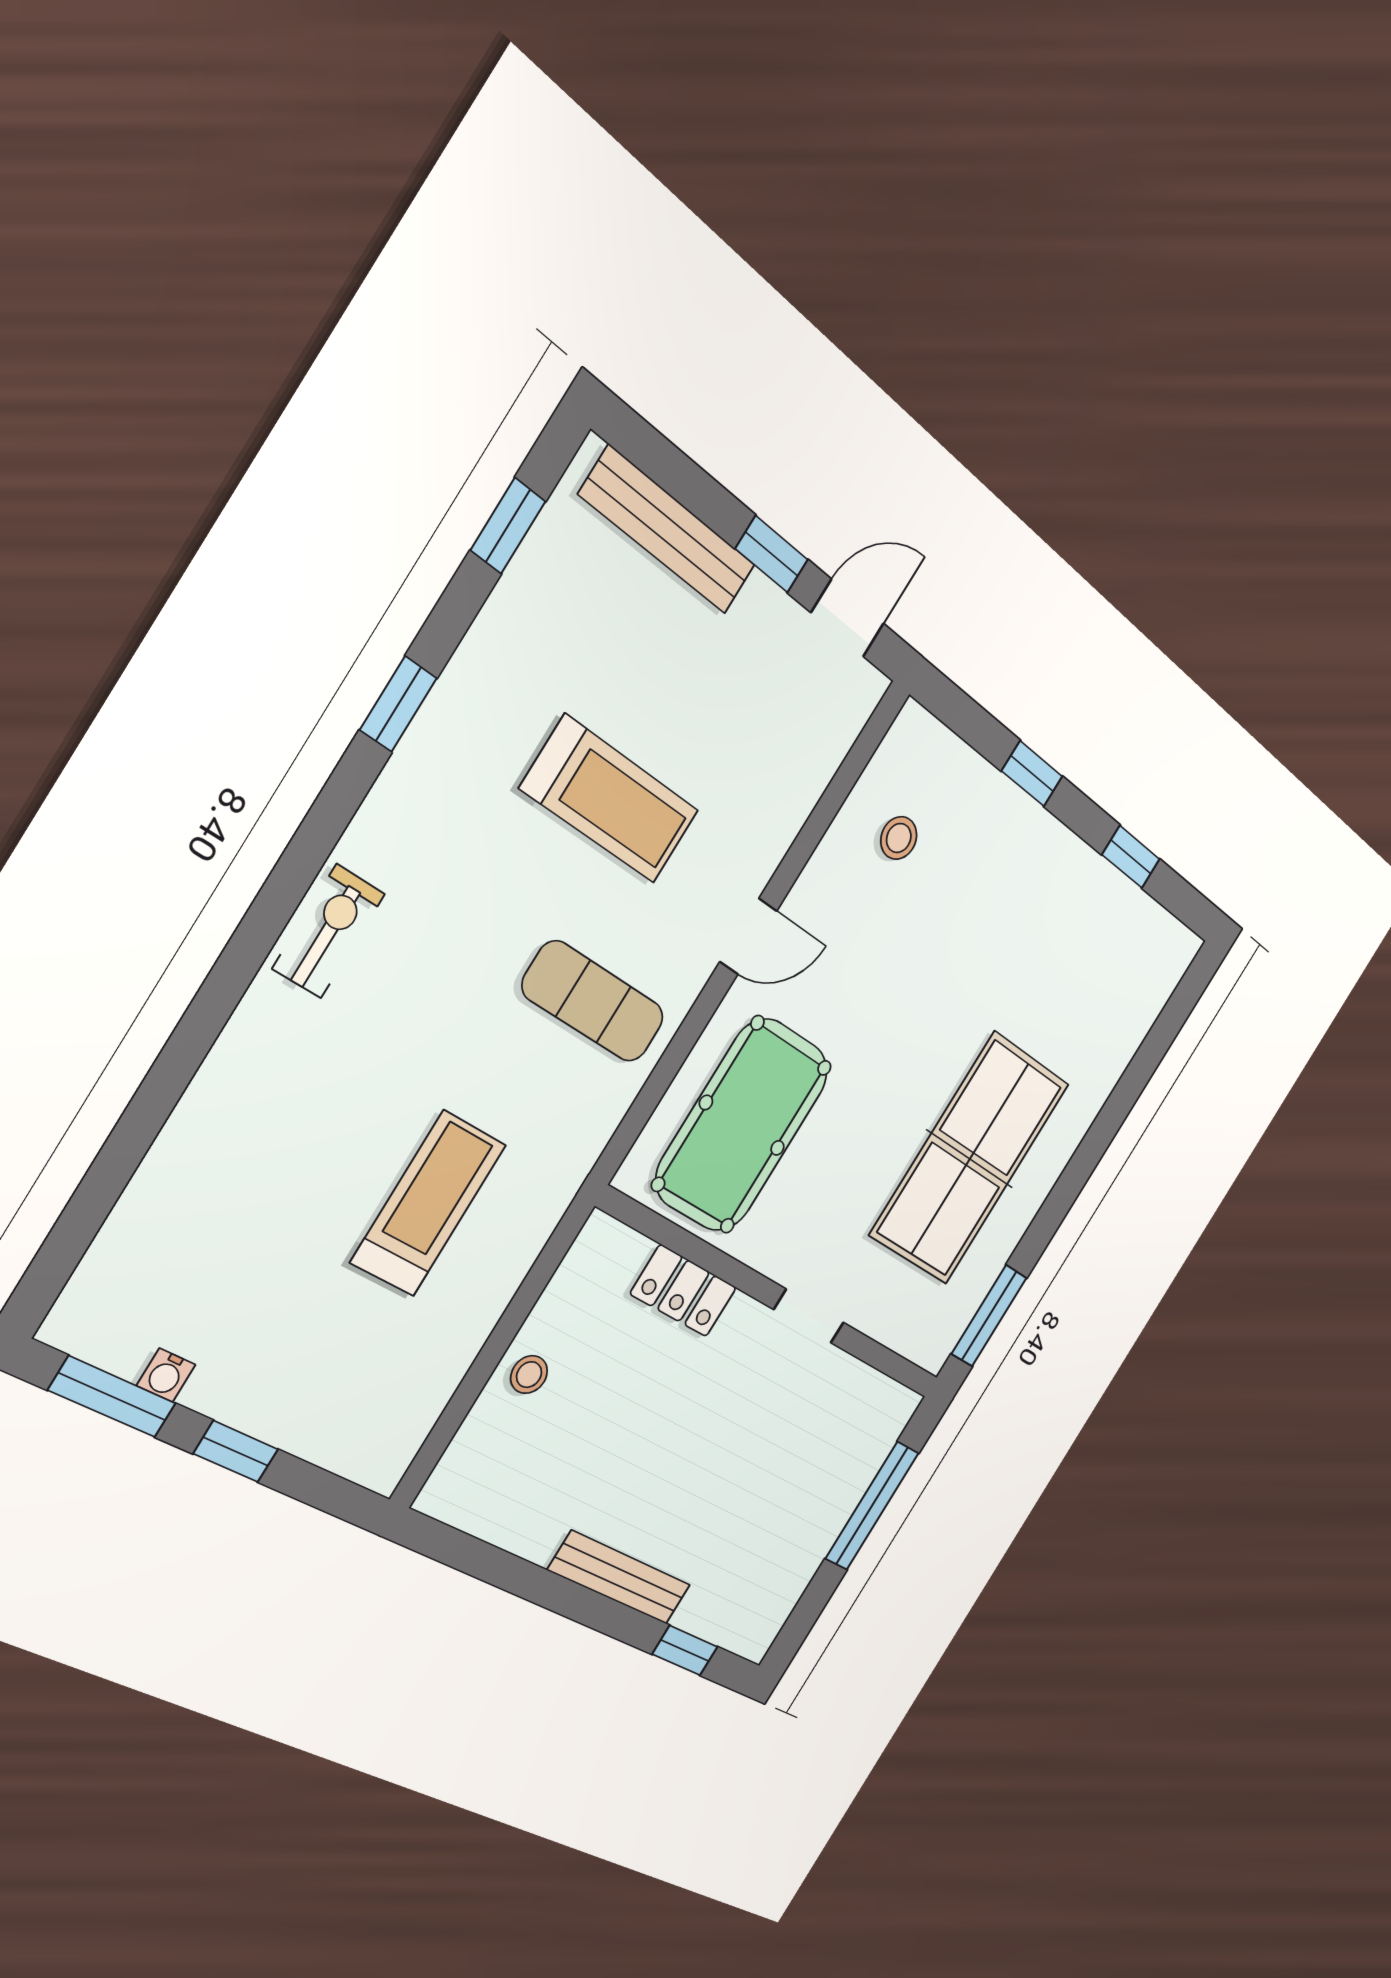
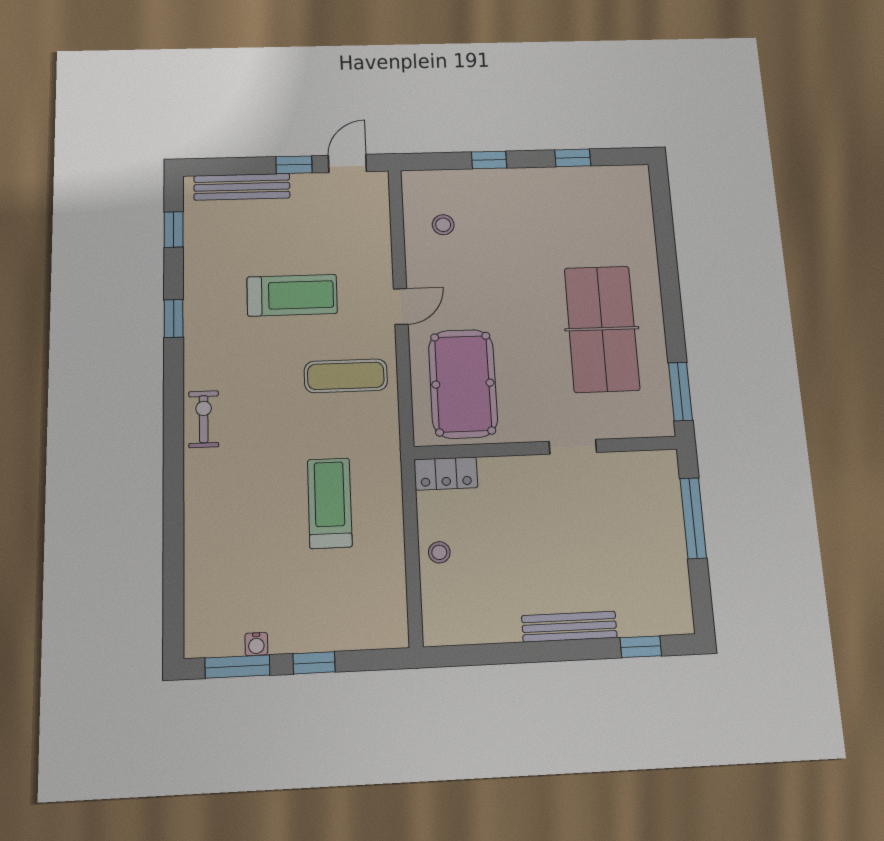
locker: (683, 1291) -> (446, 474), moved

